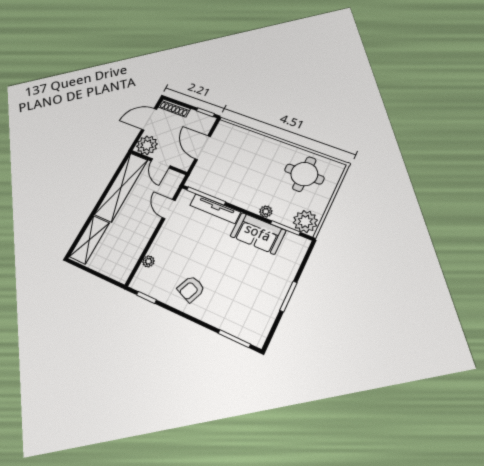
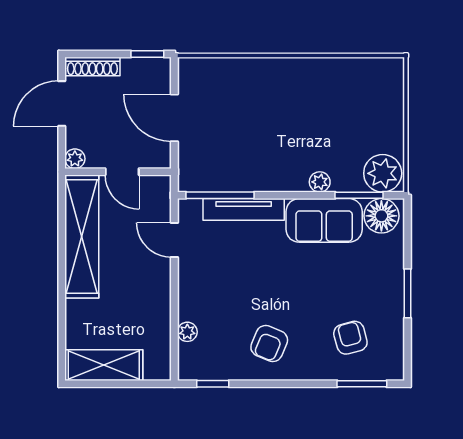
plant: (147, 145) -> (75, 159), width x0.53, depth x0.53
round table: (304, 174) -> (349, 98), removed
shelving: (89, 240) -> (104, 365), moved, turned 90
floor lamp: (293, 245) -> (381, 216), added
armchair: (241, 307) -> (350, 338), added

